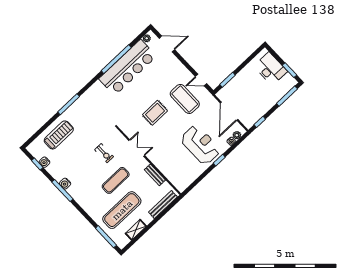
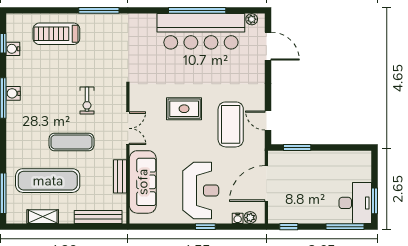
desk: (271, 69) -> (355, 203), moved
treadmill: (59, 135) -> (56, 34), turned 180
sofa: (168, 167) -> (143, 182), added

